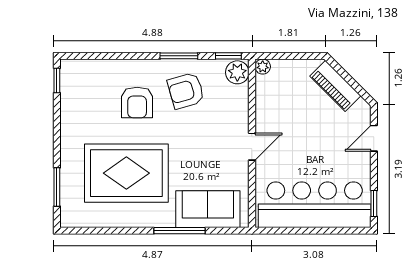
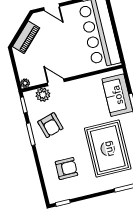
plant: (237, 72) -> (43, 95), moved
armchair: (137, 103) -> (66, 169), moved
door: (252, 147) -> (56, 82), moved

